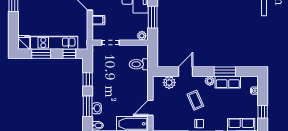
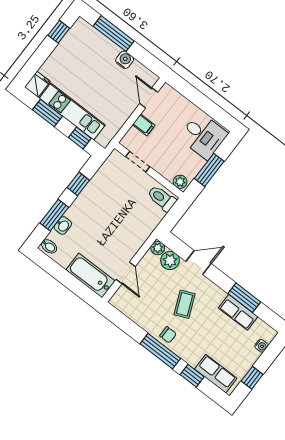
toilet: (139, 64) -> (162, 198), moved
plant: (210, 81) -> (158, 248), moved
door: (150, 108) -> (126, 273), swing flipped

